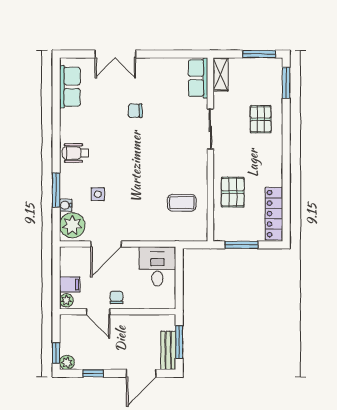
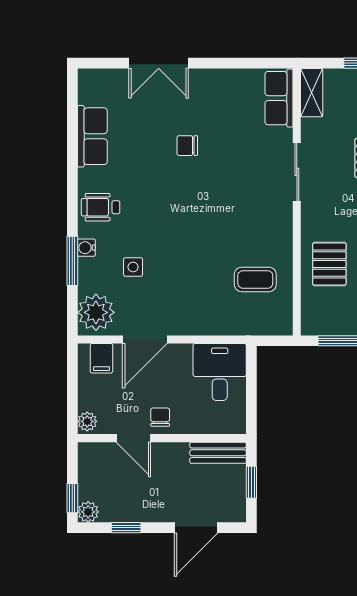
row of seats: (70, 87) -> (92, 136), moved
water cooler: (66, 205) -> (86, 248), moved
filing cabinet: (70, 285) -> (102, 358), moved, turned 90
window: (179, 342) -> (251, 482), width x0.67
bench: (168, 350) -> (218, 453), moved, turned 90

